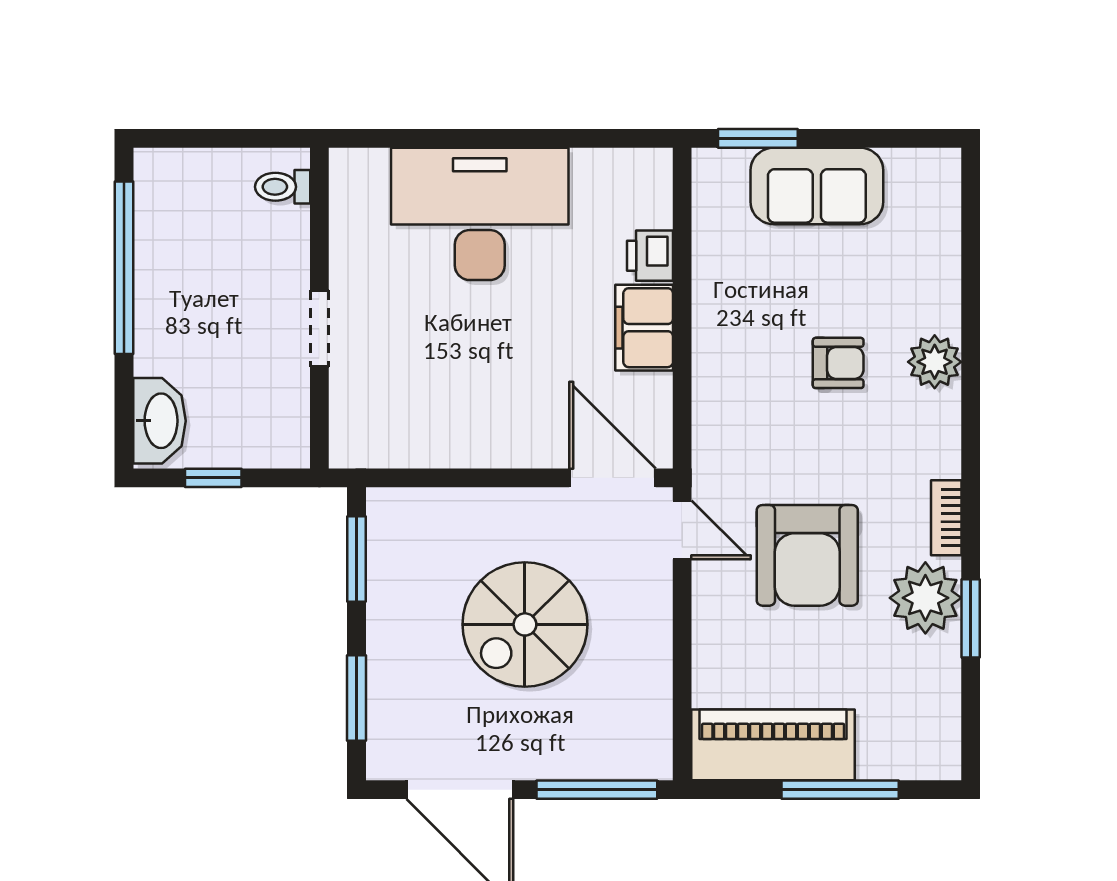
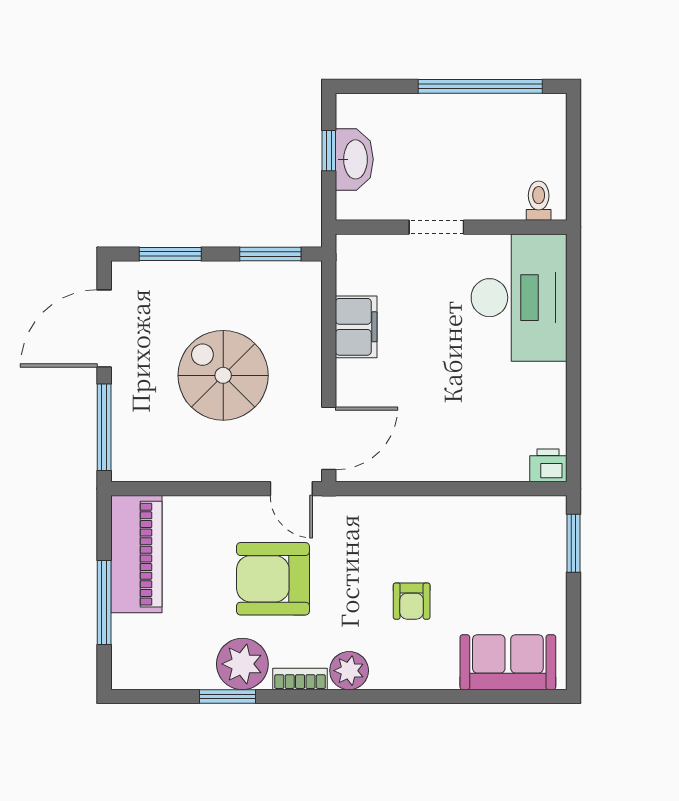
sofa: (817, 186) -> (508, 662), moved, turned 90
desk: (480, 214) -> (519, 298), moved
printer: (650, 256) -> (548, 465), moved
filing cabinet: (644, 328) -> (356, 327), moved, turned 90
plant: (935, 362) -> (349, 671), moved
washbasin: (159, 421) -> (354, 159), moved, turned -90
door: (682, 530) -> (291, 489), hinge flipped

